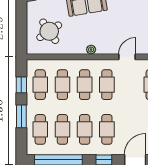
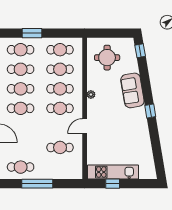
round table: (49, 31) -> (107, 58), turned 34
door: (127, 57) -> (85, 126), swing flipped
window: (21, 85) -> (60, 33), removed

